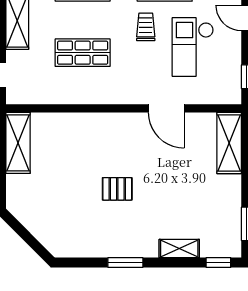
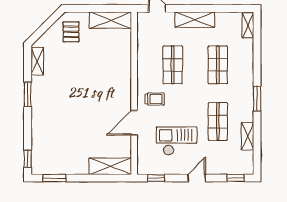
trolley: (146, 27) -> (155, 99), moved
pallet: (117, 189) -> (71, 32), moved
shelving: (179, 249) -> (37, 61), moved

